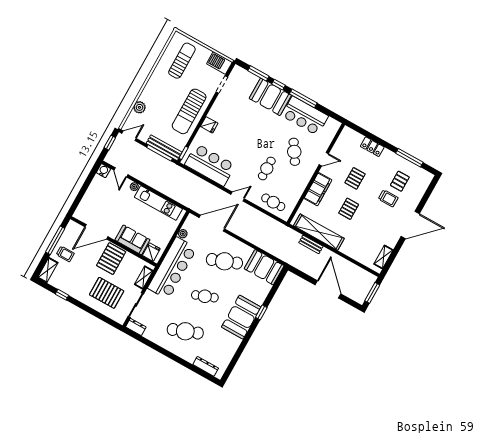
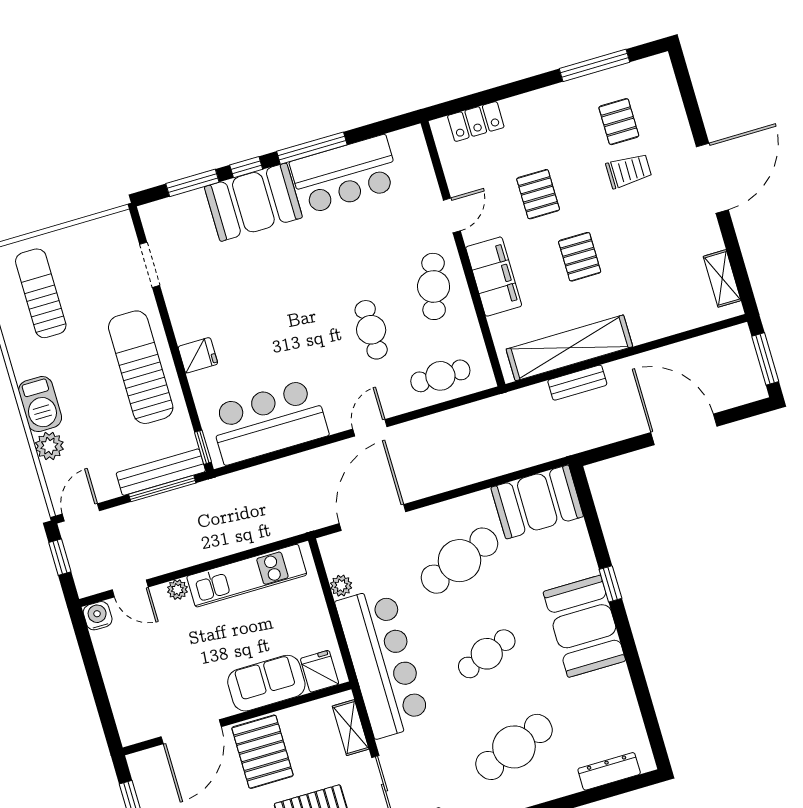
barbecue: (219, 63) -> (40, 404), moved, turned -90
sun lounger: (189, 111) -> (141, 367), turned 180
locker: (372, 147) -> (476, 121), moved
cafe table: (294, 152) -> (434, 286), moved, turned 48

